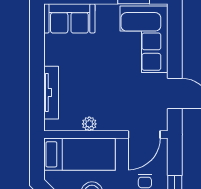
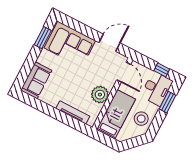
plant: (89, 124) -> (100, 95), width x1.87, depth x1.87

